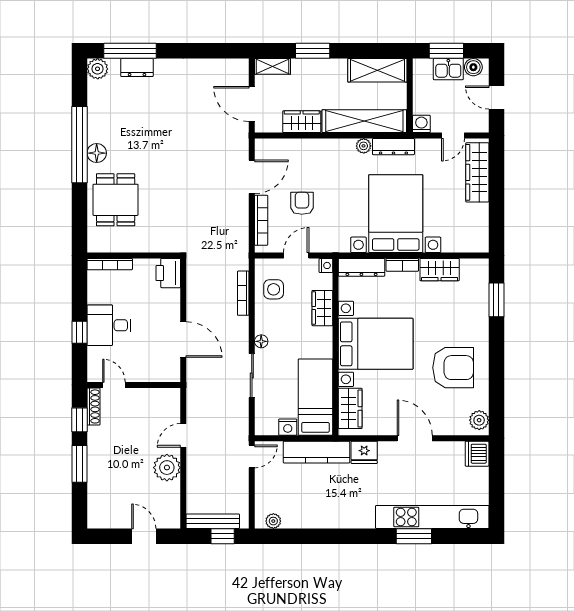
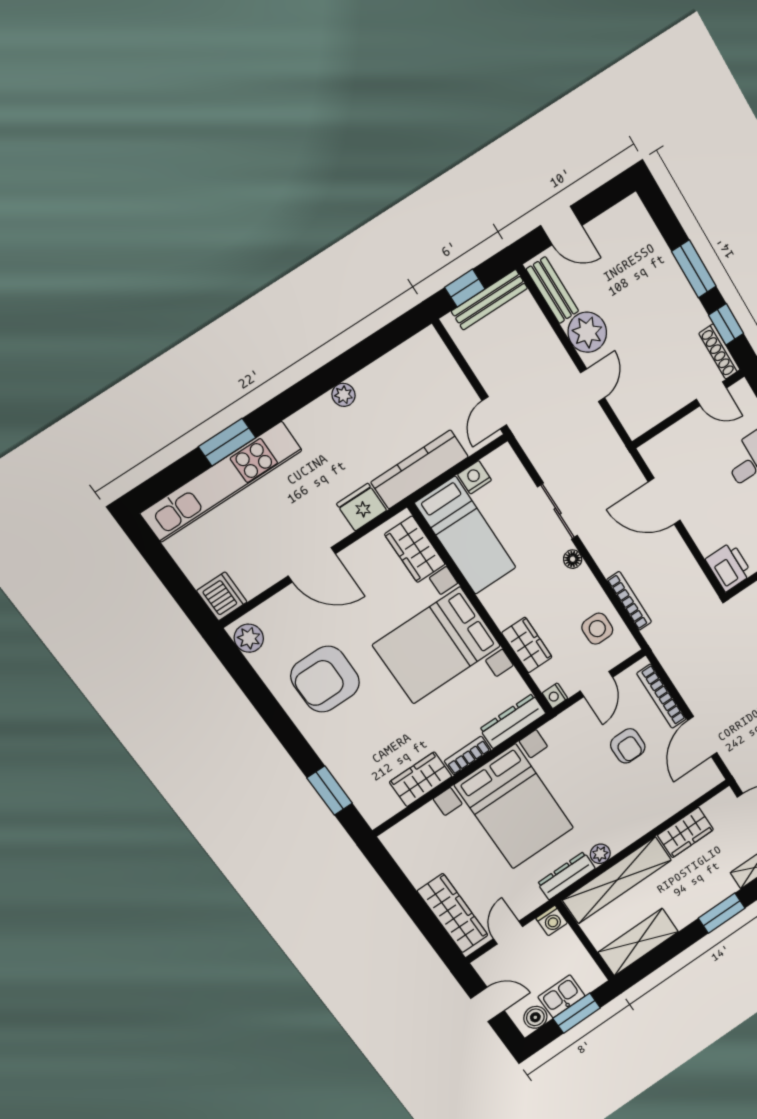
bench: (172, 504) -> (552, 290), added
plant: (273, 521) -> (344, 395), moved

